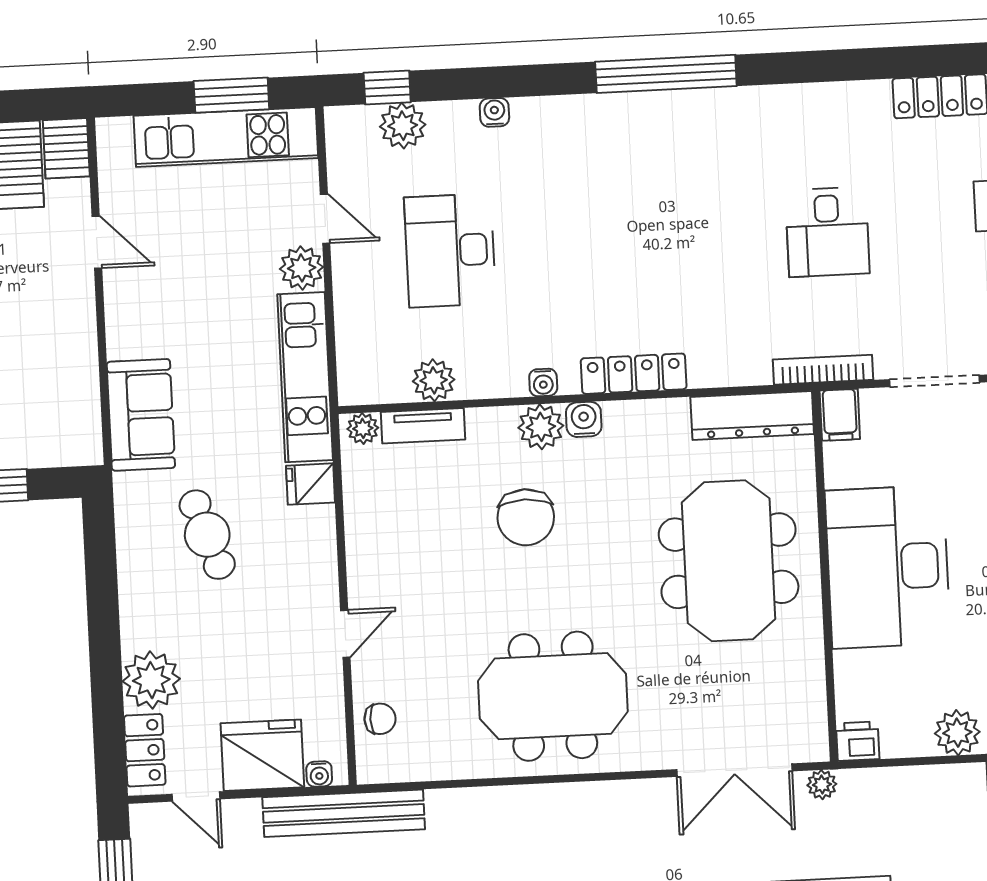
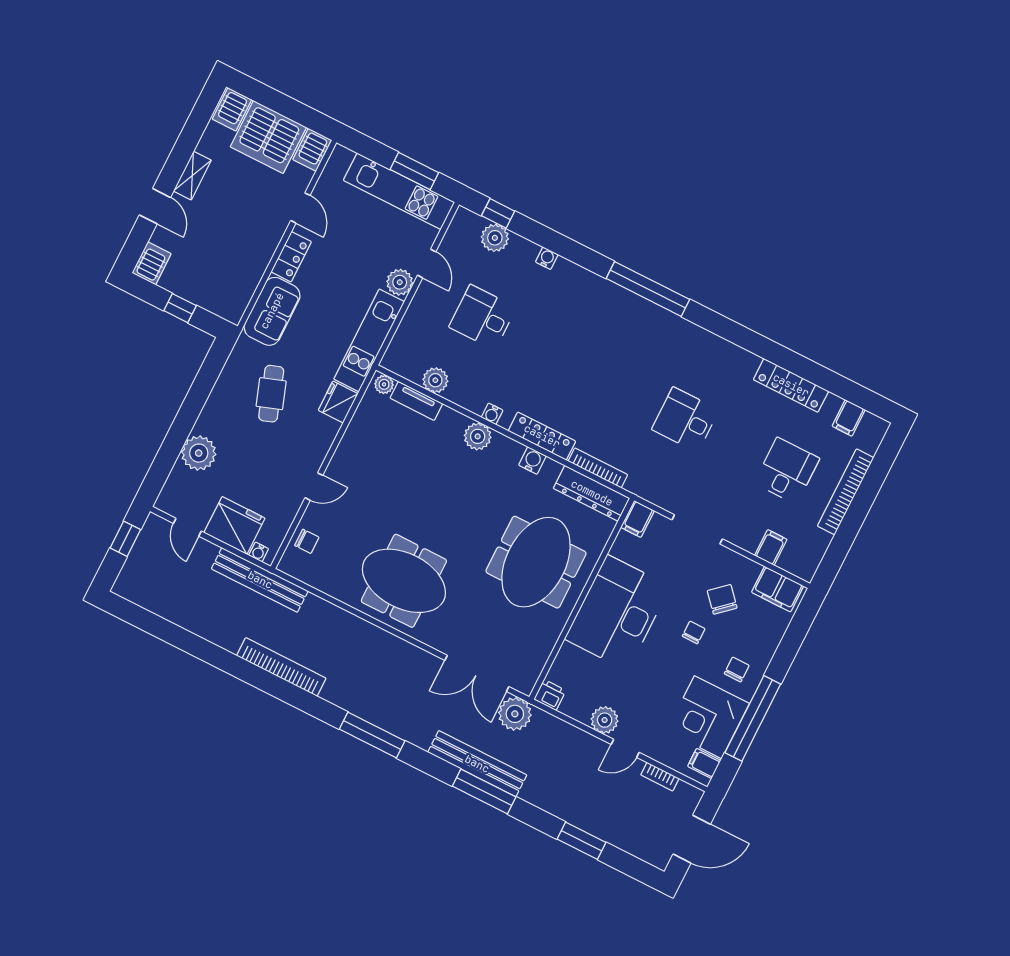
desk: (827, 232) -> (685, 420), turned 90
desk: (450, 250) -> (483, 317), width x0.73
bookcase: (823, 370) -> (598, 468), moved
water cooler: (584, 419) -> (532, 460), moved
fridge: (310, 484) -> (338, 402), width x1.38
chair: (526, 517) -> (443, 479), removed
locker: (145, 750) -> (291, 257), moved
plant: (822, 785) -> (515, 714), width x1.88, depth x1.88

